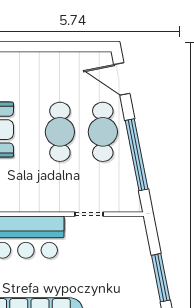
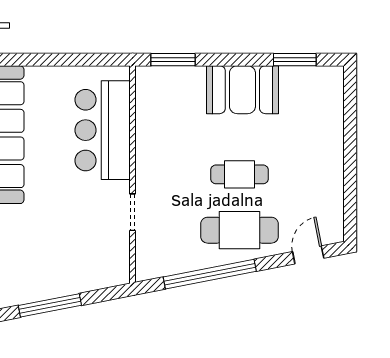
door: (122, 79) -> (308, 255), width x0.73
cafe table: (60, 132) -> (239, 174), width x0.73, depth x0.74

